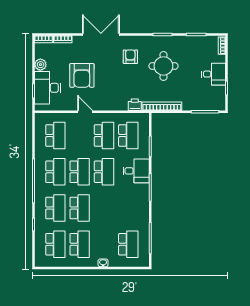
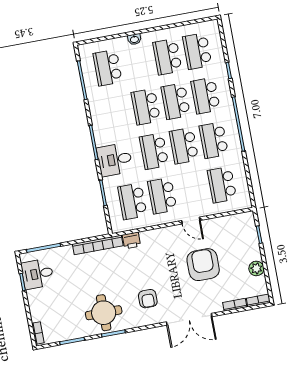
round table: (163, 66) -> (104, 313), moved
desk: (214, 74) -> (37, 274), moved
desk: (47, 88) -> (243, 242), removed
school desk: (104, 208) -> (146, 107), added

